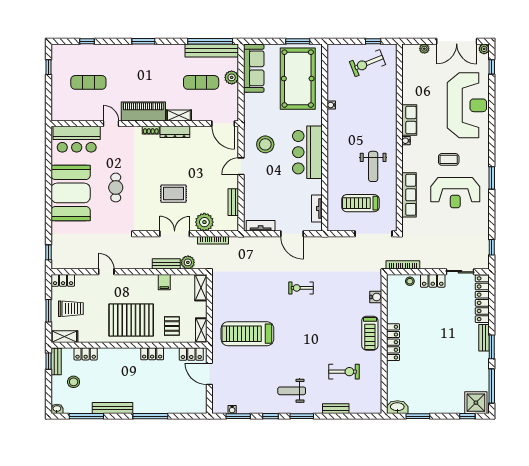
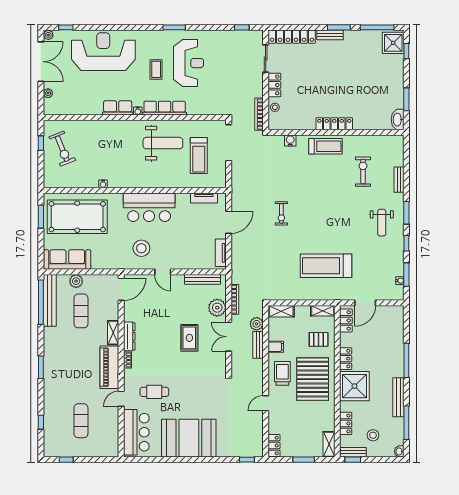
weight bench: (373, 166) -> (163, 143), width x1.36, depth x1.33
cafe table: (116, 188) -> (154, 392), moved
row of seats: (409, 195) -> (165, 108), moved
bench: (233, 202) -> (202, 279), width x1.36
trolley: (71, 309) -> (282, 373), moved
treadmill: (247, 334) -> (326, 266), turned 90
shower: (124, 363) -> (354, 386), added

